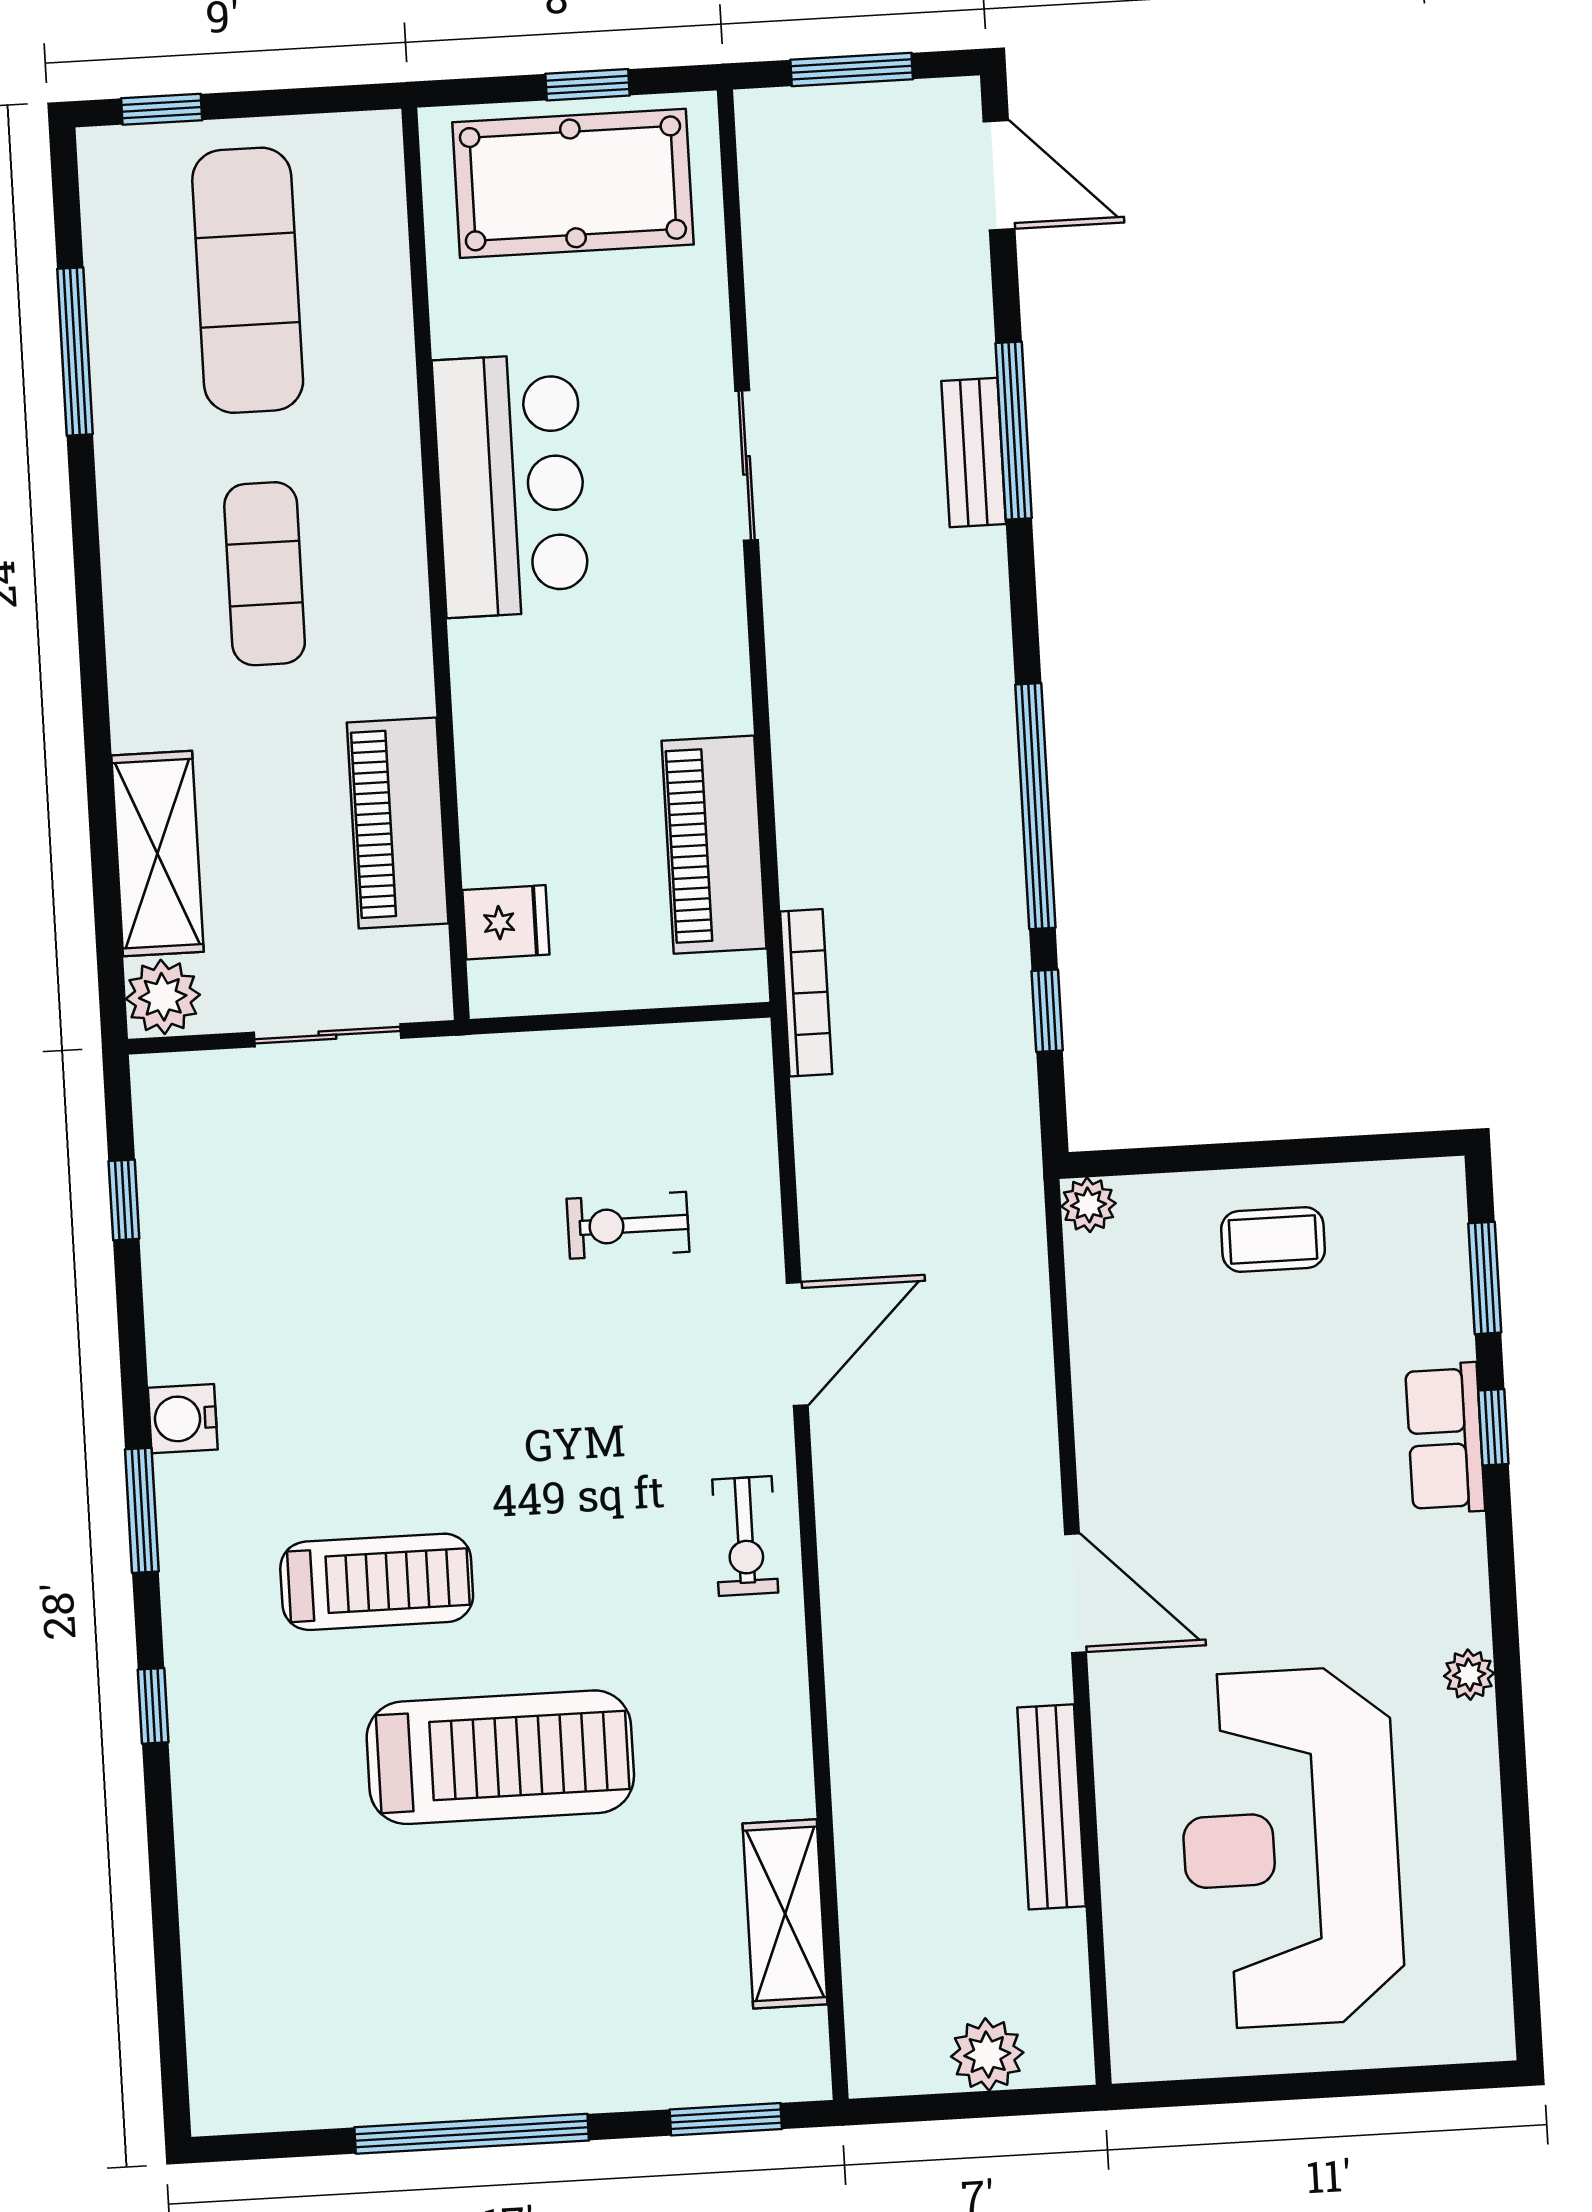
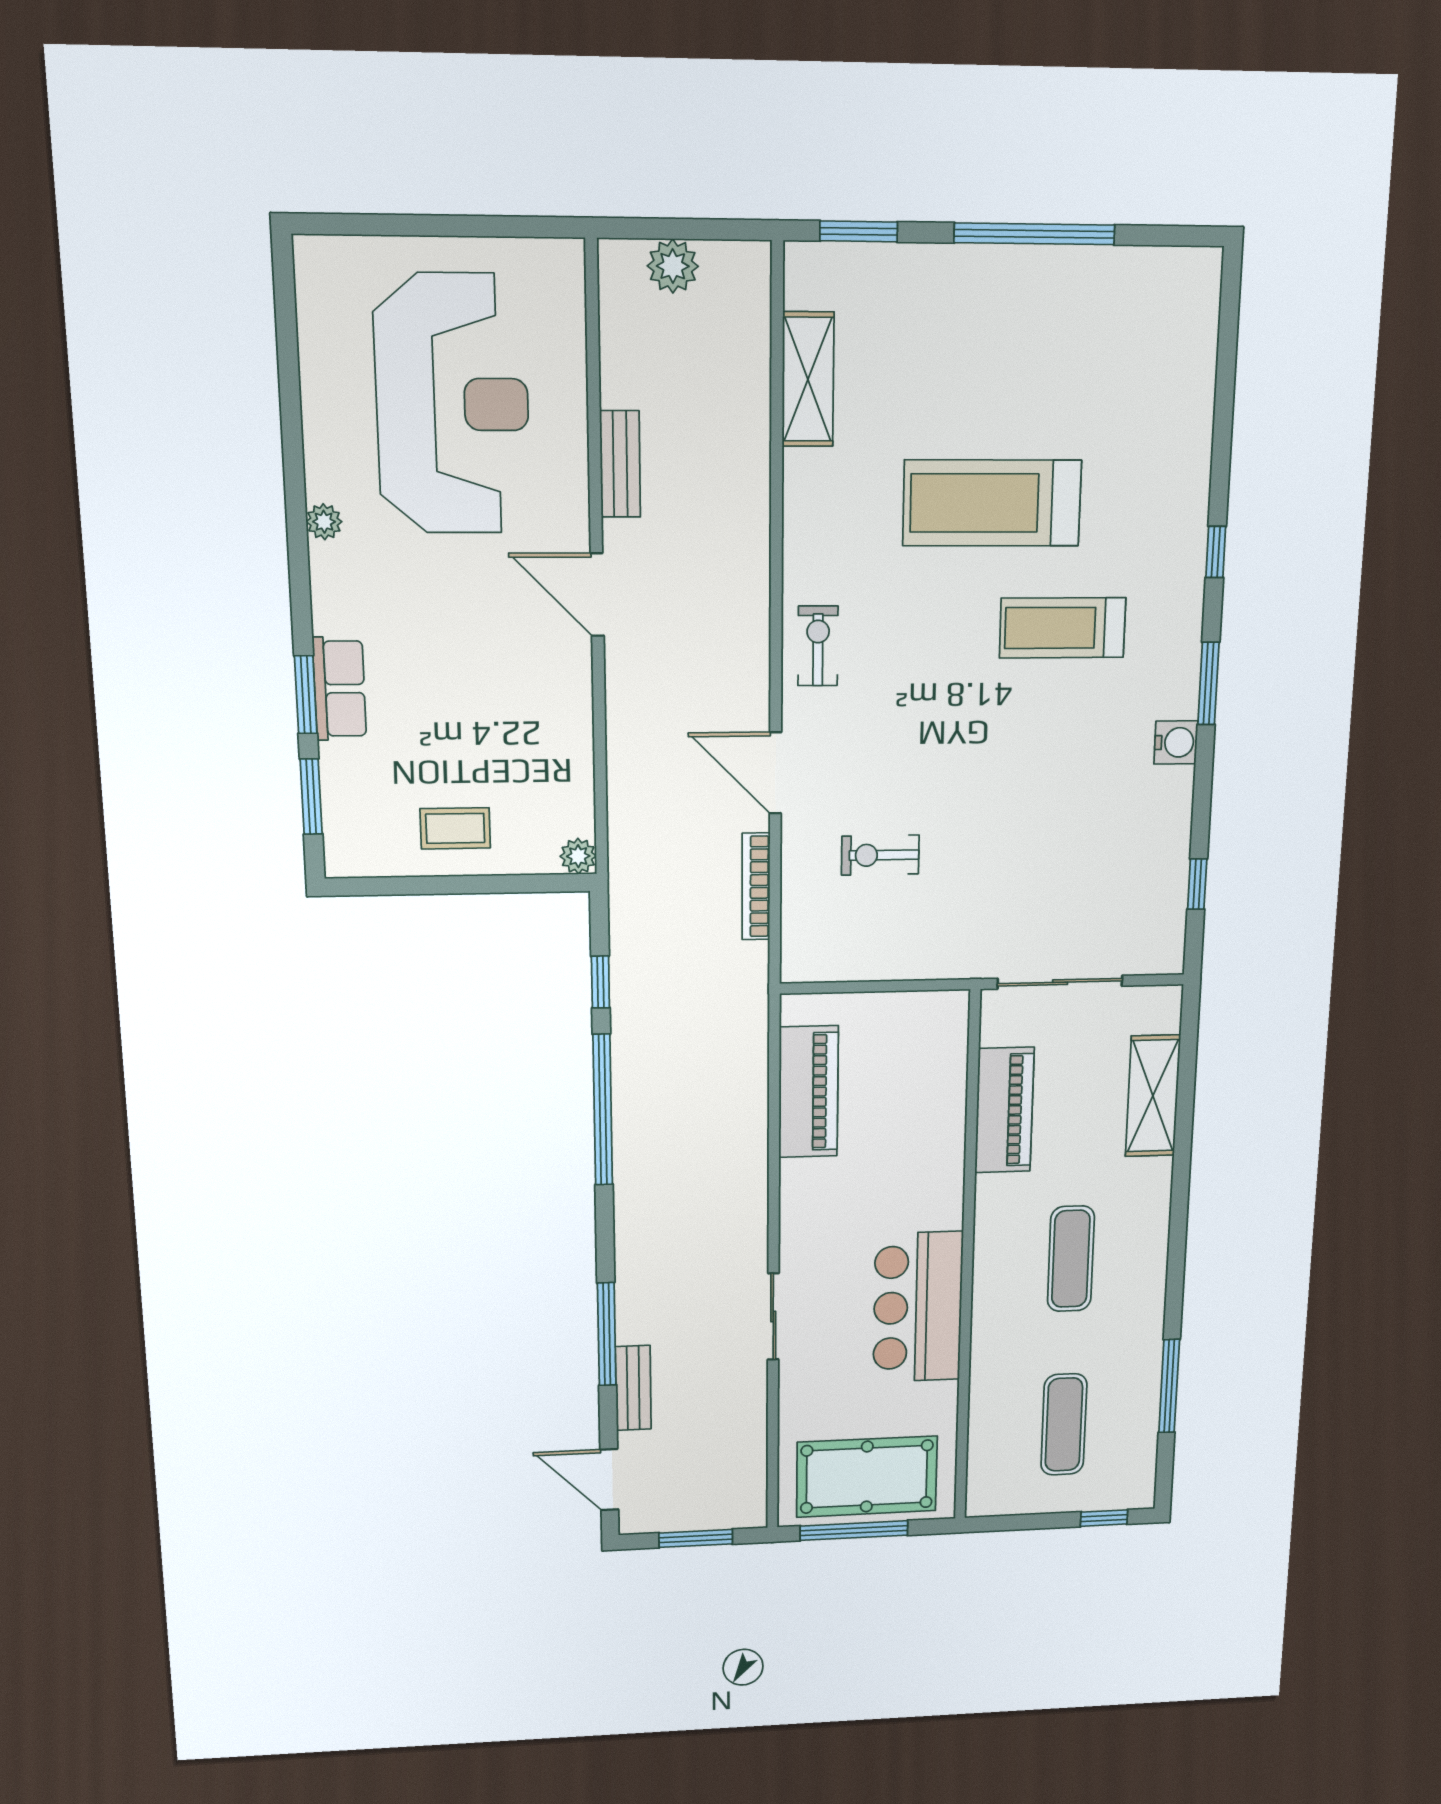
window: (588, 85) -> (854, 1531), width x2.17
exercise mat: (248, 280) -> (1064, 1425), width x0.73, depth x0.69
bench: (974, 453) -> (633, 1388), moved
fridge: (506, 922) -> (943, 1048), removed
bookcase: (806, 993) -> (756, 886), moved
plant: (163, 997) -> (1159, 1009), removed
sliding door: (327, 1035) -> (1060, 982), width x1.37
exercise bike: (628, 1225) -> (880, 855), turned 180
door: (797, 1344) -> (775, 773), hinge flipped
window: (1493, 1427) -> (306, 695), width x1.50
bench: (1051, 1807) -> (620, 464), width x0.73

